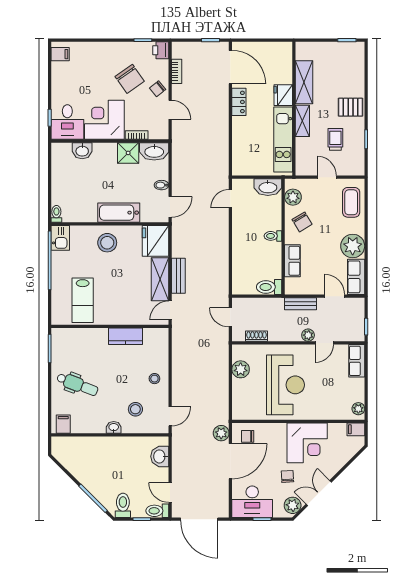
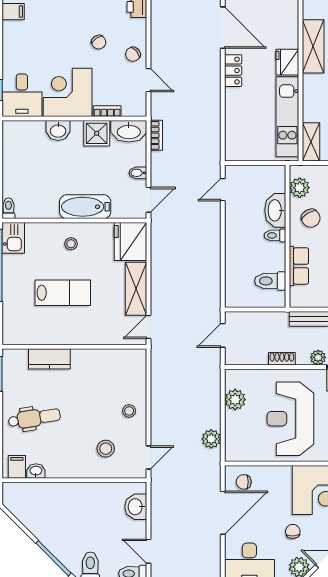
bookcase: (177, 71) -> (156, 135), moved
chair: (130, 79) -> (99, 42), width x0.54, depth x0.54
shelving: (302, 121) -> (311, 142), moved
washbasin: (82, 151) -> (58, 130), moved
washbasin: (268, 187) -> (275, 210), moved, turned 90
stool: (107, 243) -> (71, 244), width x0.53, depth x0.53
bench: (178, 276) -> (159, 284), removed
toilet: (269, 287) -> (270, 281), moved
lab bench: (83, 300) -> (63, 293), moved, turned -90
door: (230, 317) -> (223, 335), hinge flipped
kitchen counter: (126, 336) -> (49, 359), moved
shoe rack: (256, 336) -> (282, 359), moved
dental chair: (77, 384) -> (34, 418), turned -30
reception desk: (285, 385) -> (290, 419), turned 180
washbasin: (114, 427) -> (36, 471), moved
plant: (221, 433) -> (211, 439), moved

